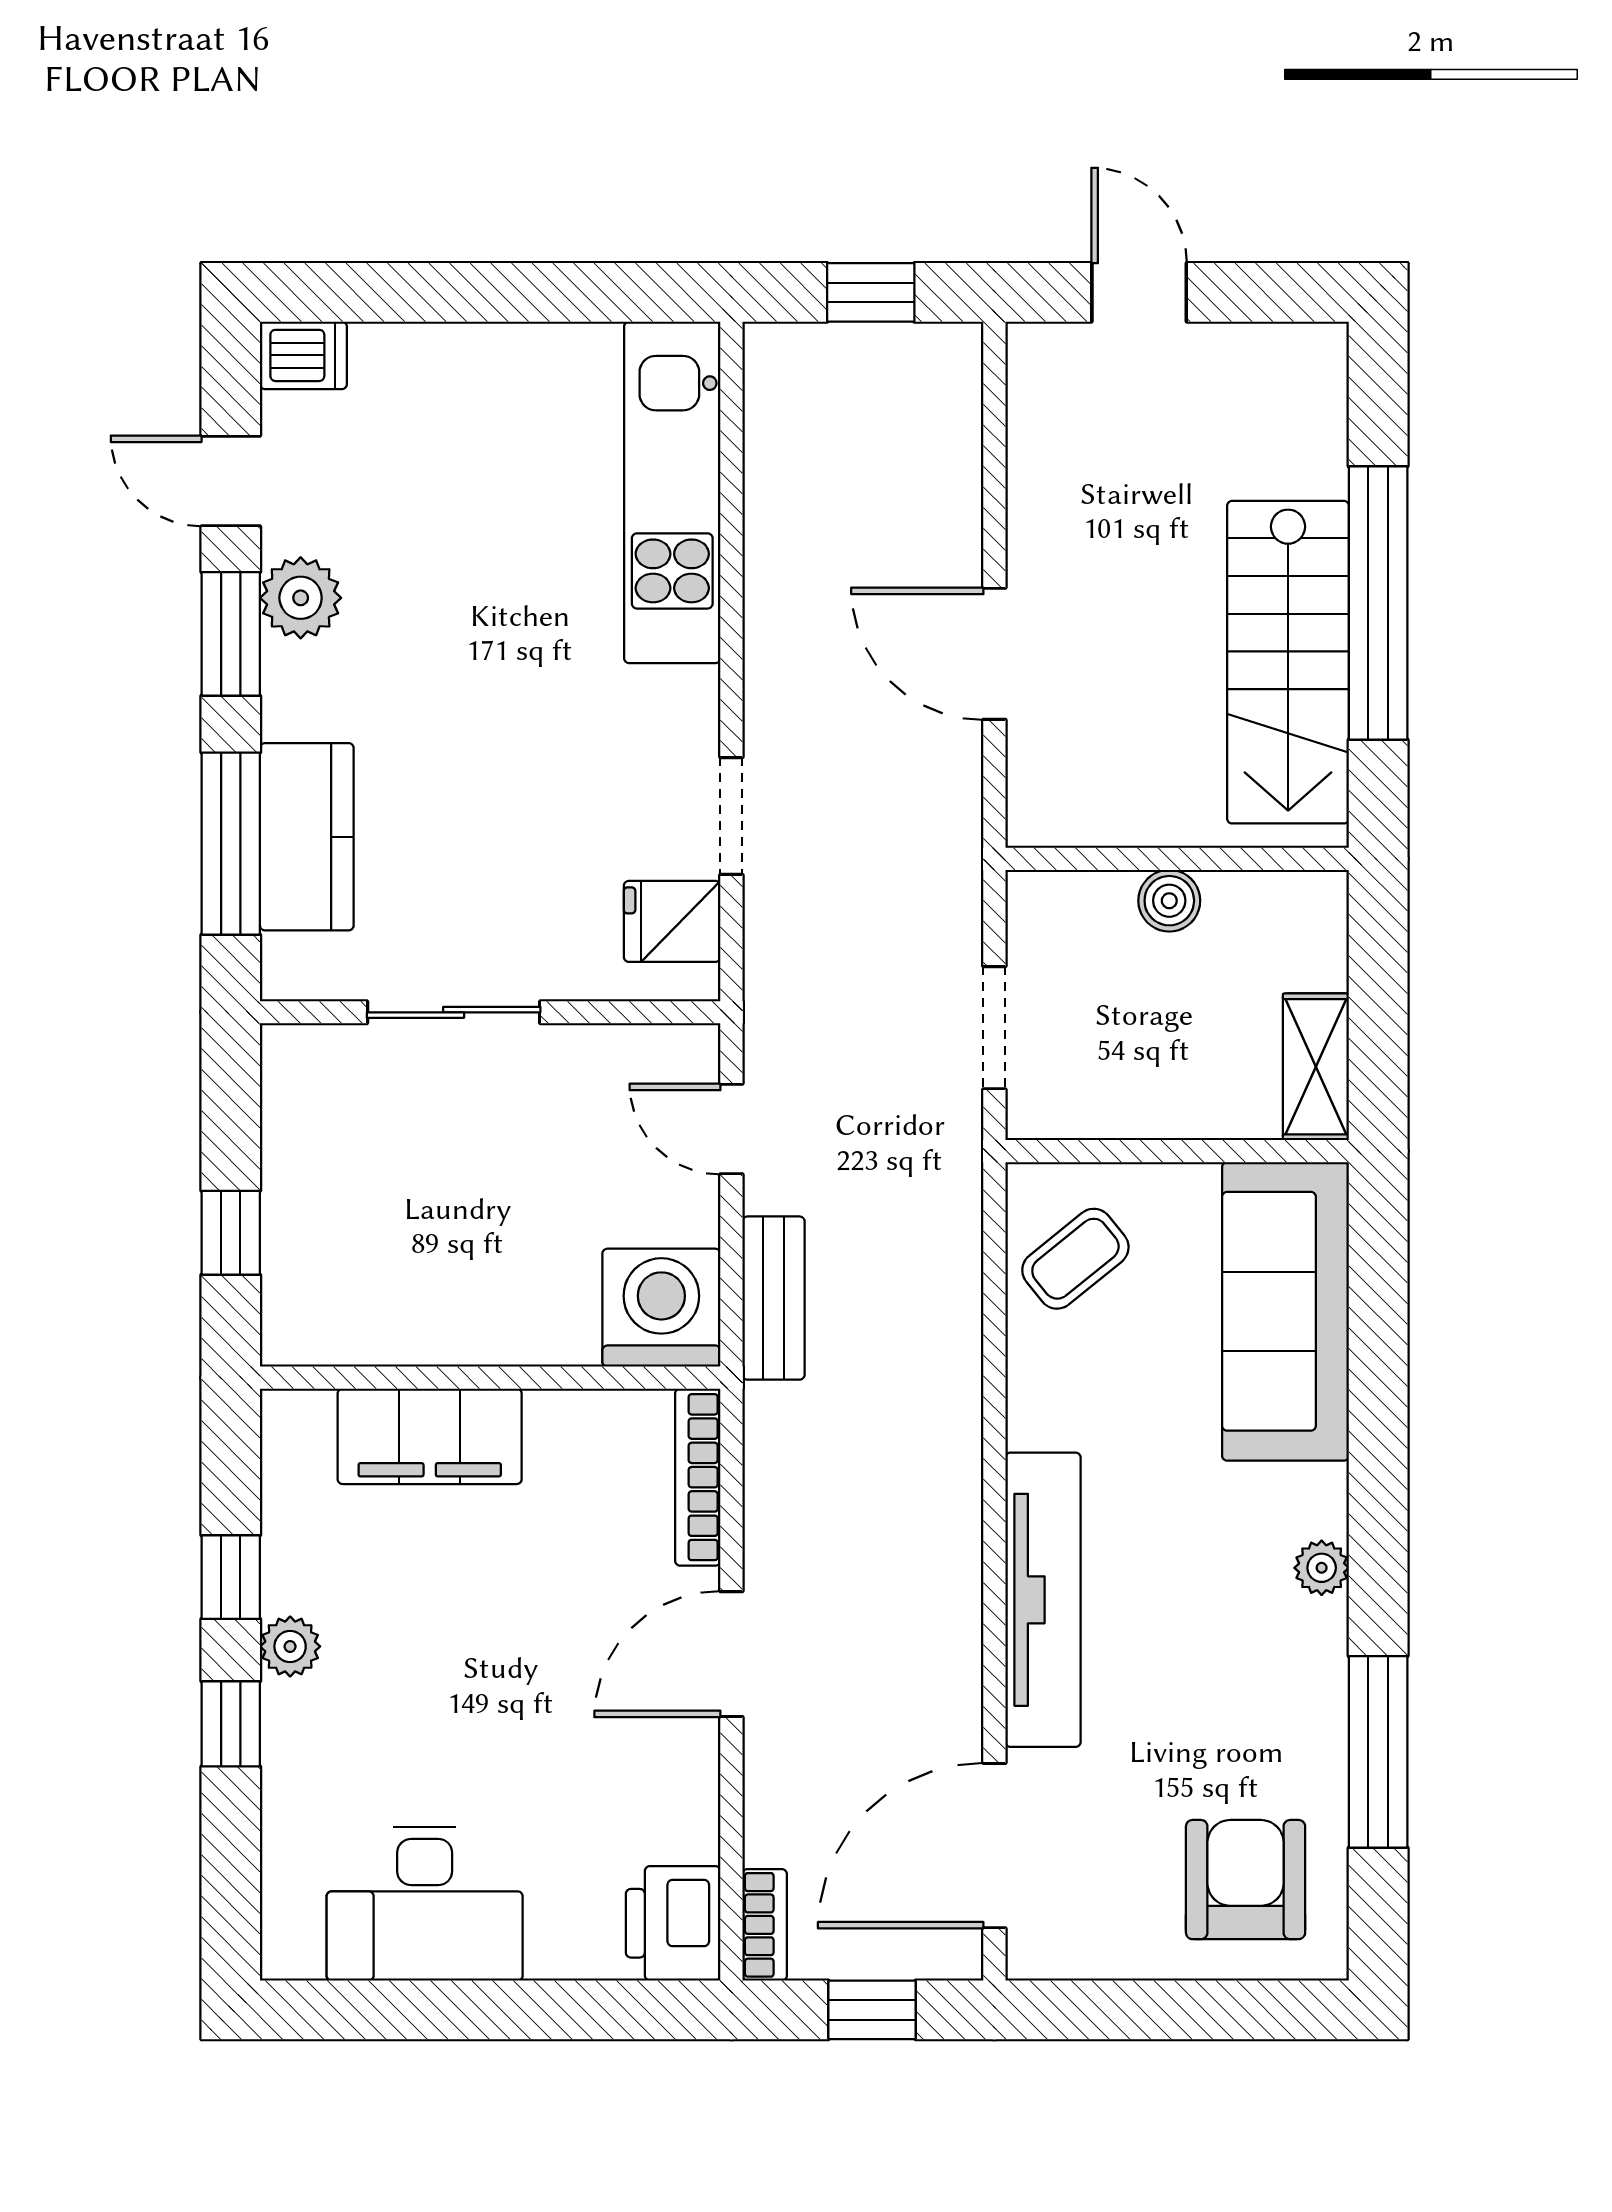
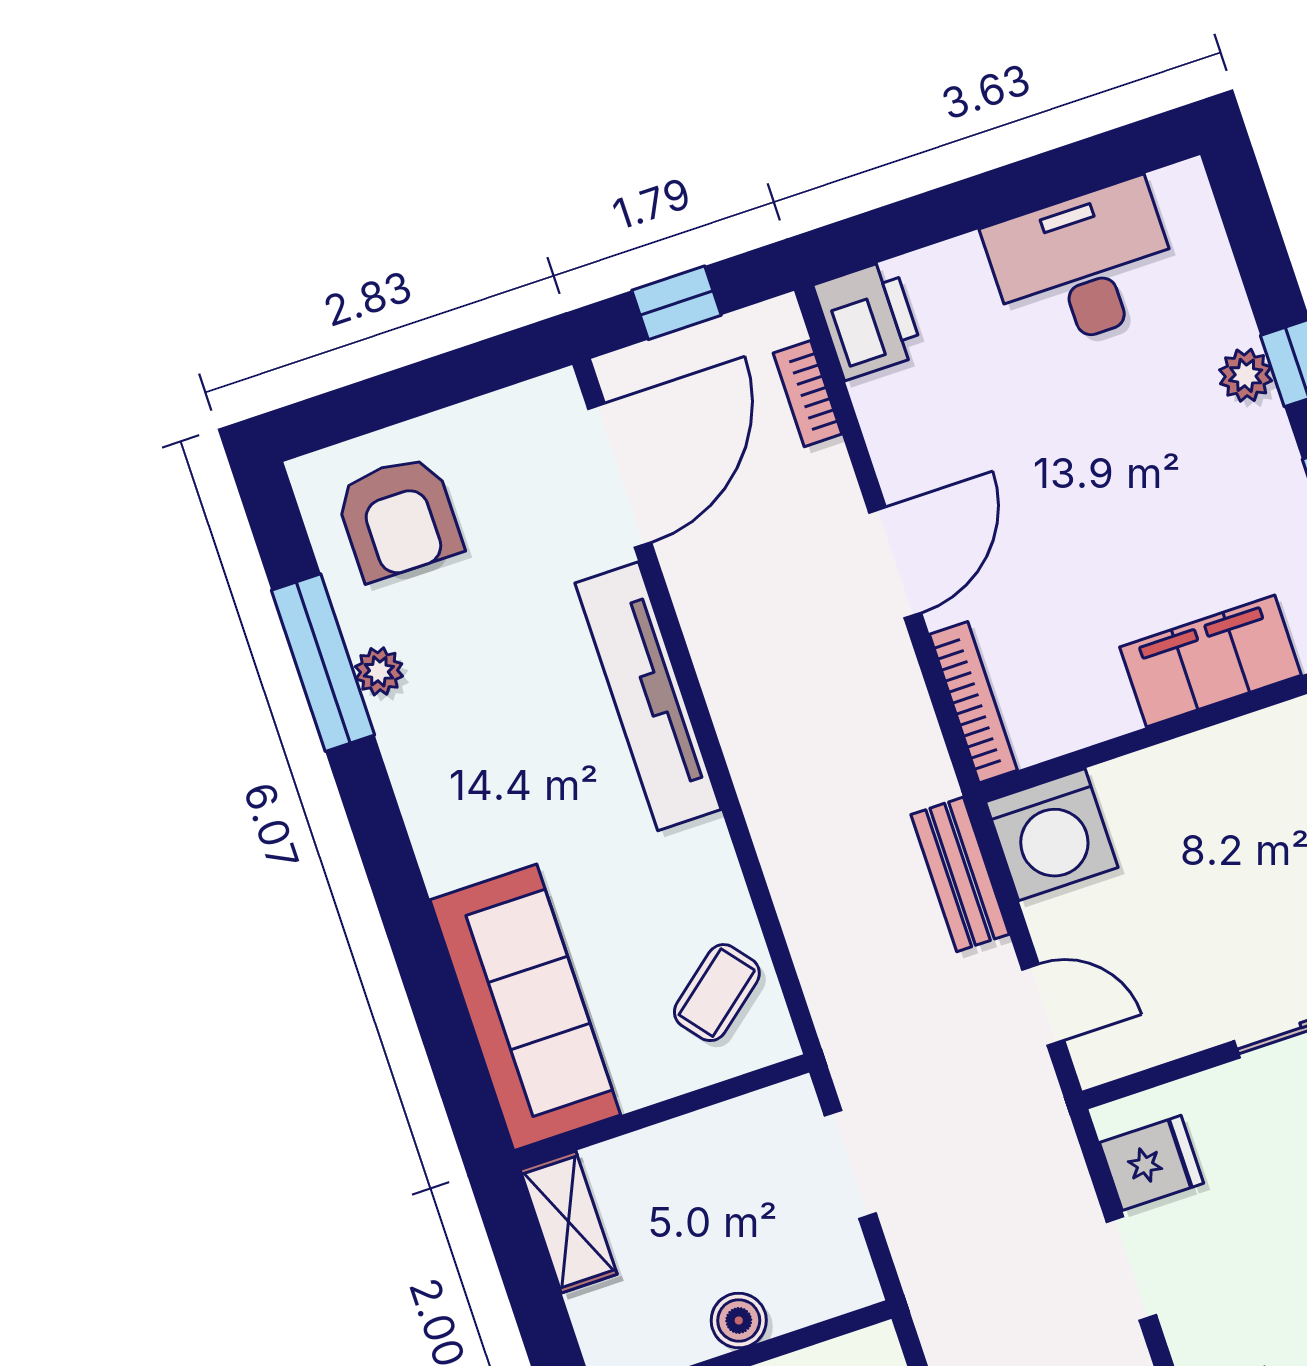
plant: (1322, 1568) -> (379, 671), moved
plant: (290, 1646) -> (1246, 375), moved
bookcase: (765, 1925) -> (808, 394), moved

